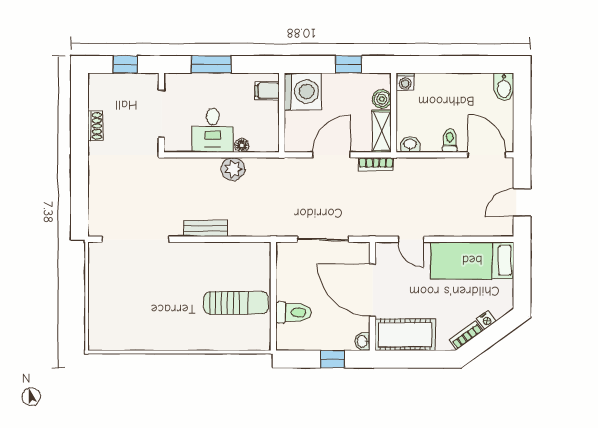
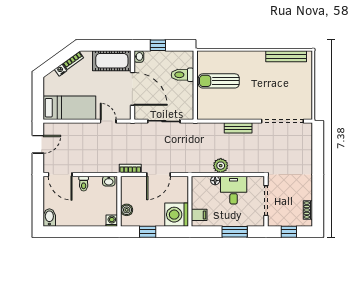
shoe rack: (95, 126) -> (308, 210), moved
shelving: (382, 131) -> (127, 189), removed
bench: (130, 342) -> (286, 56), added

